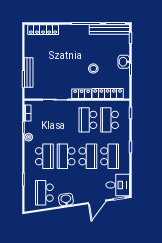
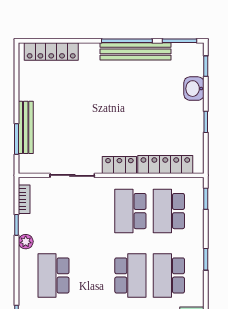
bench: (109, 29) -> (136, 51), moved
washbasin: (124, 62) -> (194, 89), moved
stool: (93, 69) -> (140, 120), removed
school desk: (44, 156) -> (53, 275), turned 180
school desk: (66, 156) -> (92, 275), removed
school desk: (110, 156) -> (169, 275), turned 180

